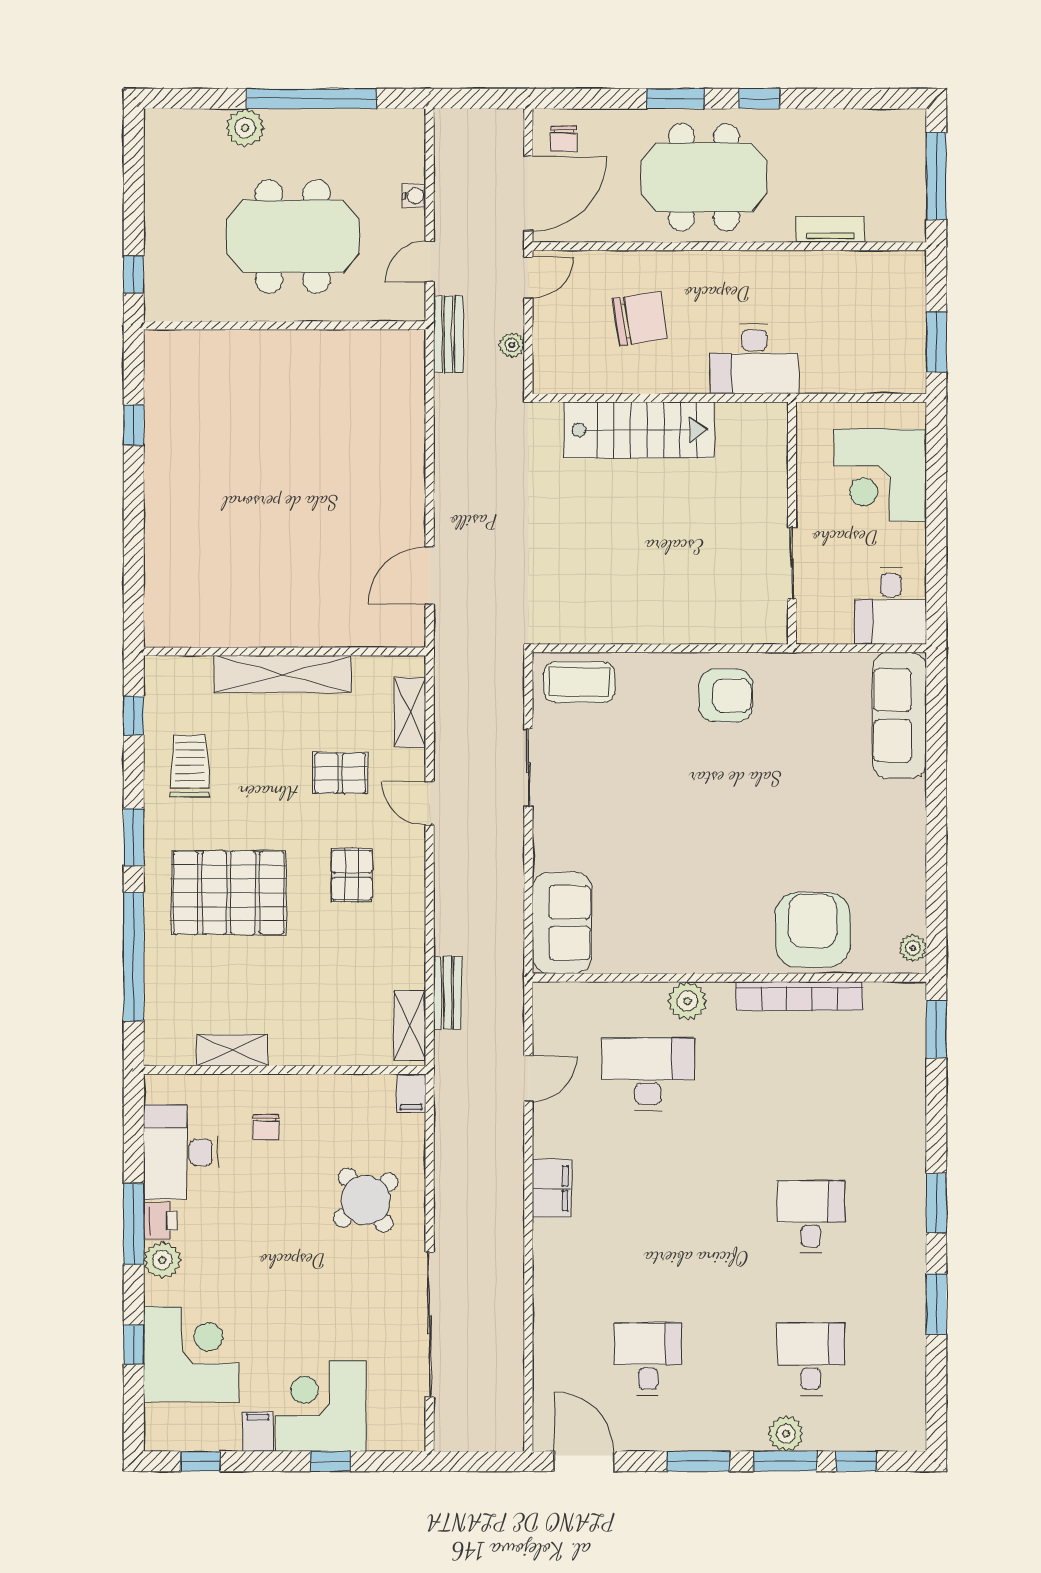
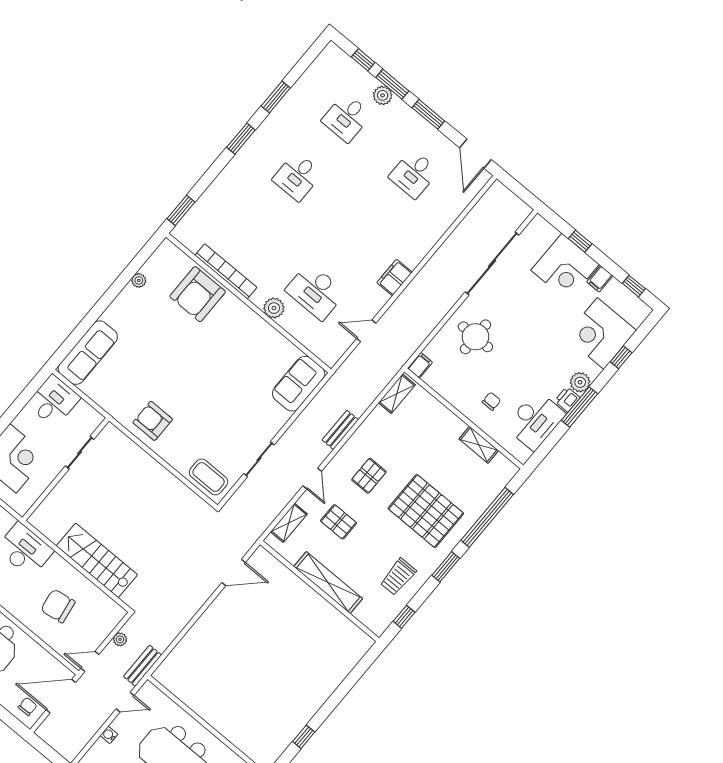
plant: (913, 948) -> (139, 280), moved
bench: (447, 993) -> (340, 430), moved
round table: (366, 1200) -> (475, 337), turned 38

